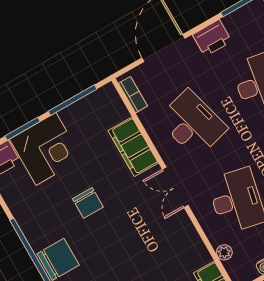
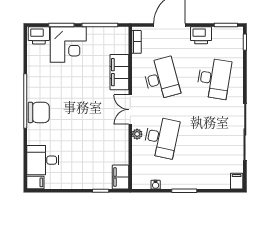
chair: (88, 203) -> (75, 90), removed
plant: (224, 252) -> (137, 134), moved

